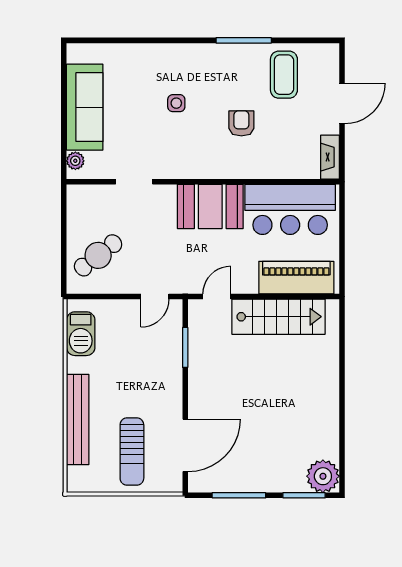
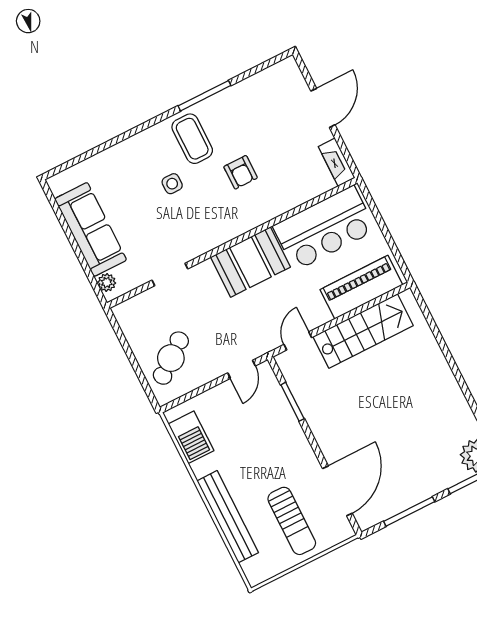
coffee table: (284, 75) -> (192, 139), moved
armchair: (241, 123) -> (241, 172), turned 180

